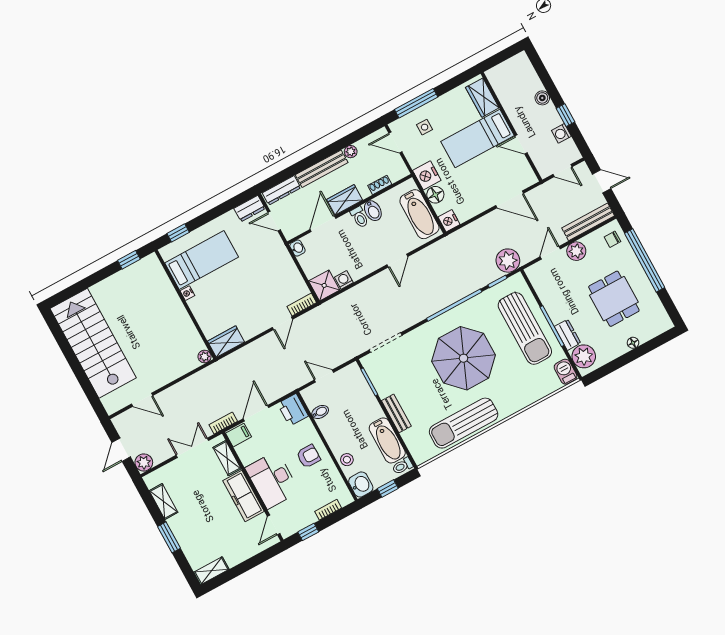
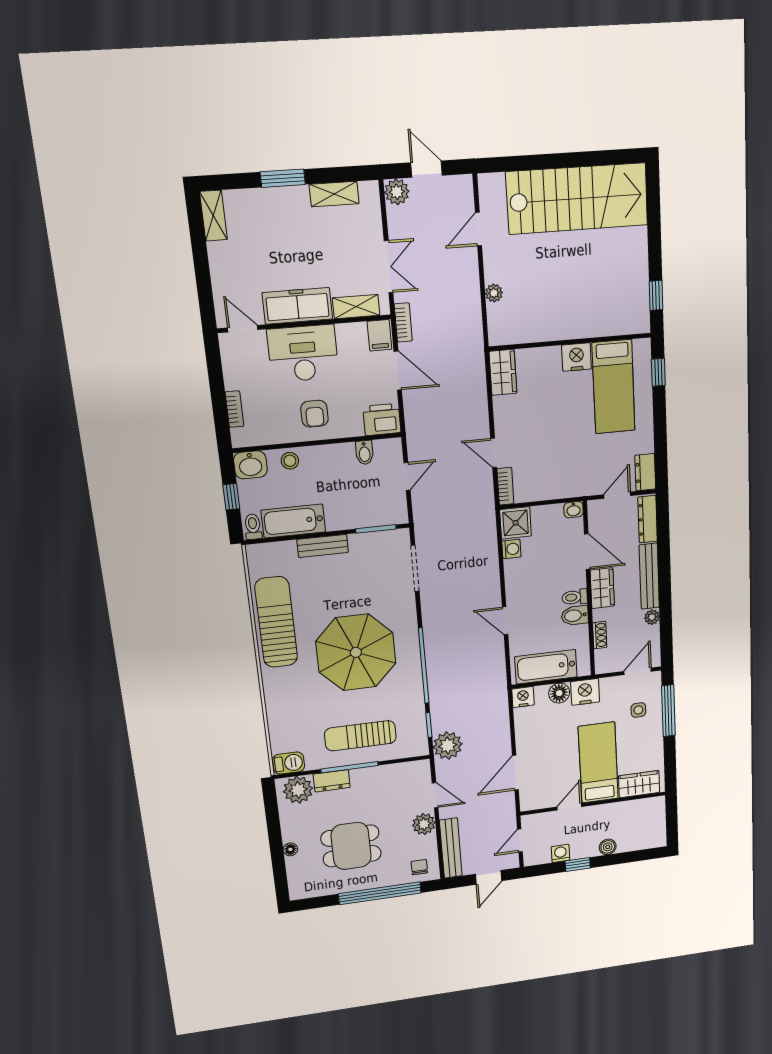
nightstand: (187, 293) -> (577, 357), width x1.89, depth x1.79
sun lounger: (525, 328) -> (360, 736), width x0.73, depth x0.75
plant: (204, 357) -> (494, 293), moved
window: (308, 532) -> (215, 371), removed

